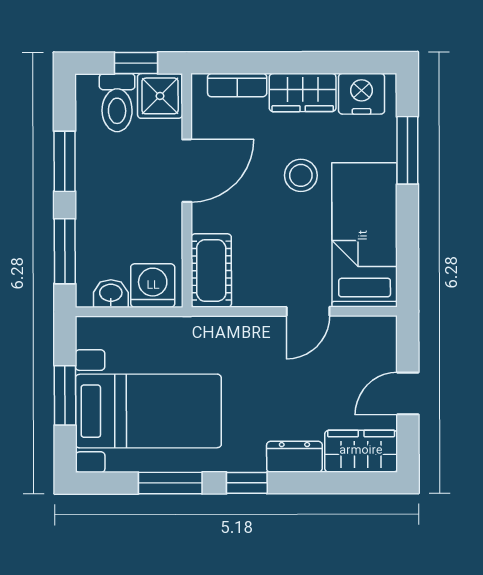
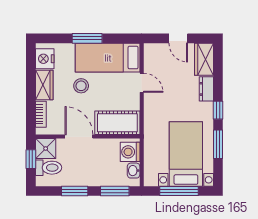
window: (407, 150) -> (87, 38), moved
cot: (211, 270) -> (117, 123), width x1.37, depth x1.34
window: (65, 395) -> (179, 191), width x1.44

